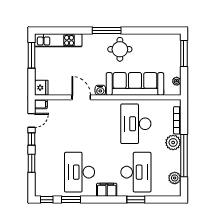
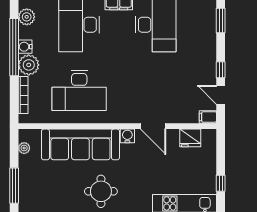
window: (32, 55) -> (221, 183), width x0.46
fridge: (41, 88) -> (190, 138), moved, turned -90
door: (32, 120) -> (221, 95), hinge flipped
desk: (136, 124) -> (79, 90), turned 90
water cooler: (176, 156) -> (25, 47), added
window: (32, 163) -> (221, 21), moved

